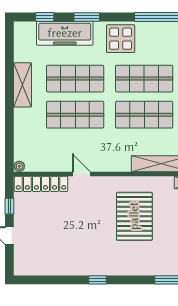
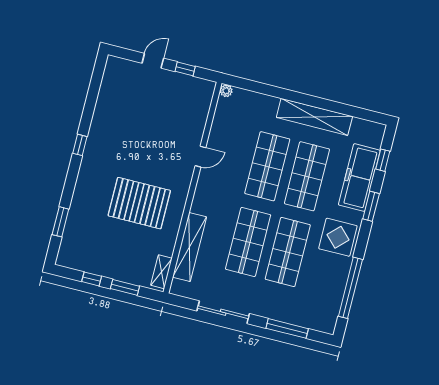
shelving: (23, 85) -> (314, 117), width x1.47
locker: (41, 184) -> (201, 110), removed

